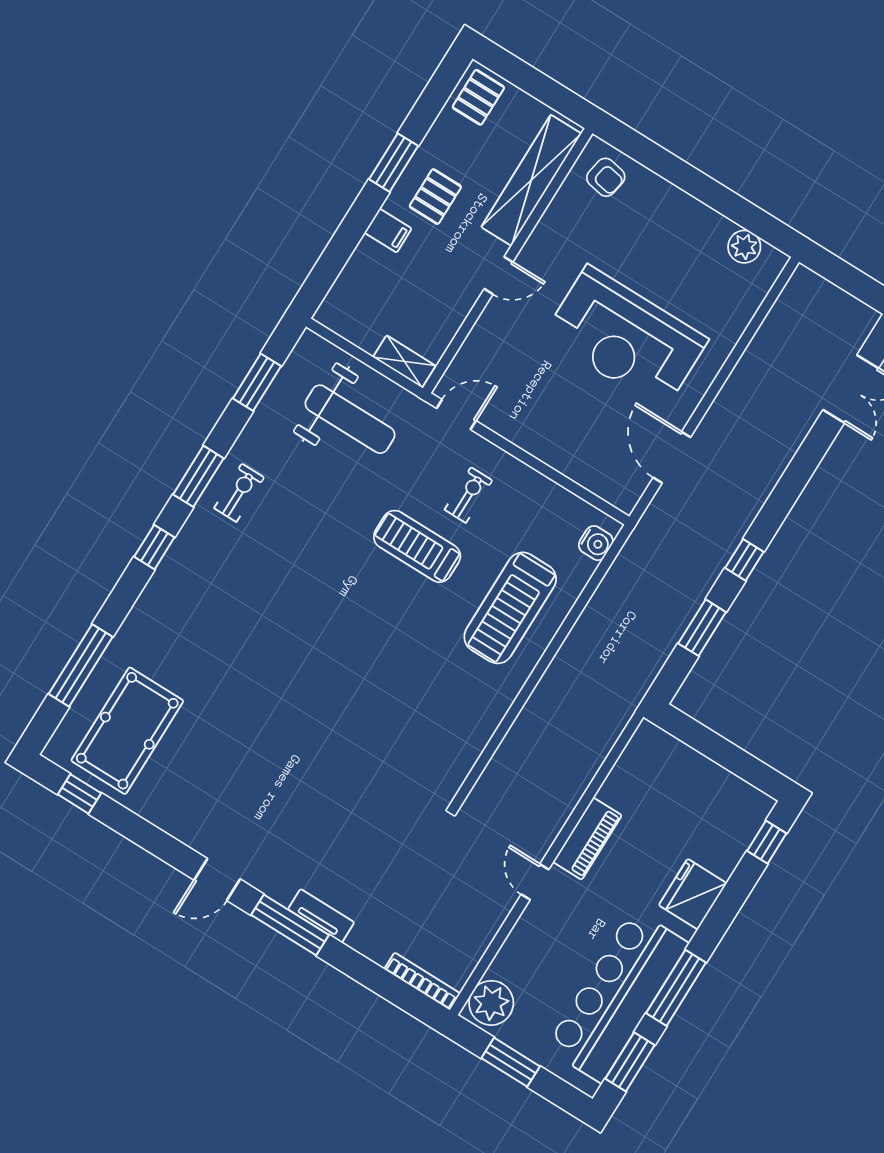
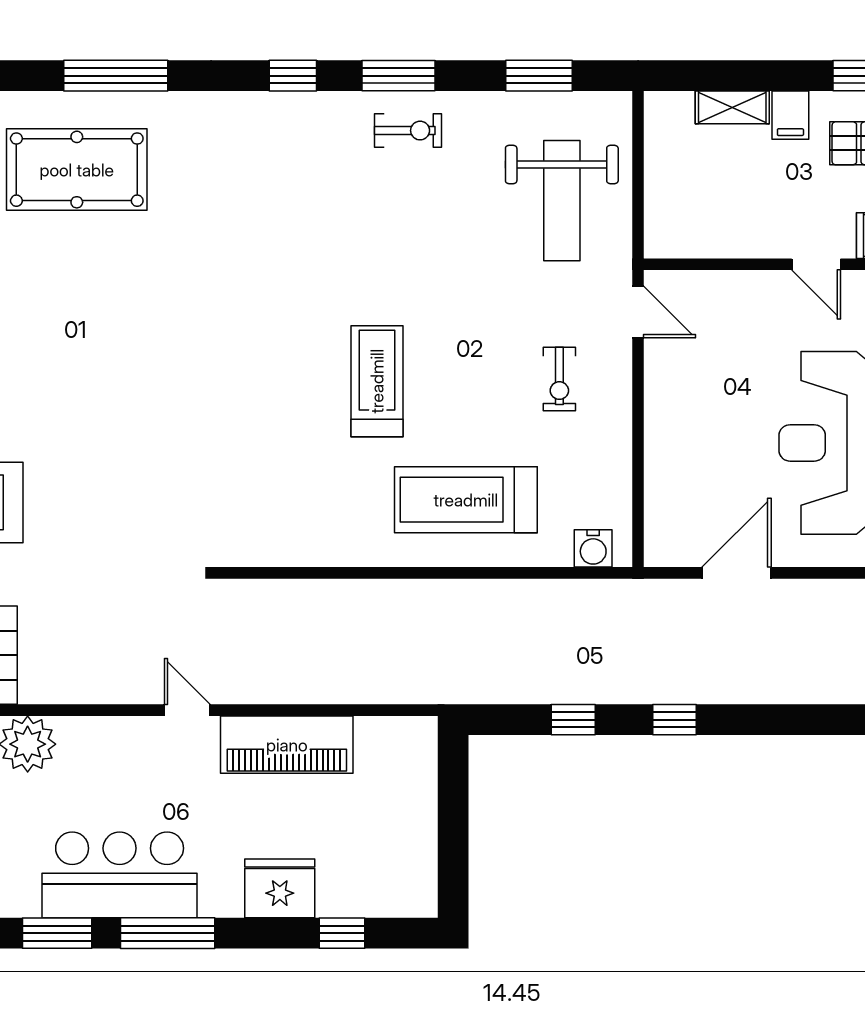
shelving: (404, 361) -> (732, 107), moved, turned 90
exercise bike: (468, 495) -> (559, 379), turned 90
treadmill: (417, 546) -> (377, 381), moved
window: (702, 628) -> (573, 720), width x0.67
piano: (587, 839) -> (287, 745), width x1.37, depth x1.33
window: (767, 842) -> (342, 933), moved
door: (535, 882) -> (187, 710), hinge flipped
bar counter: (617, 996) -> (120, 875), width x0.73

